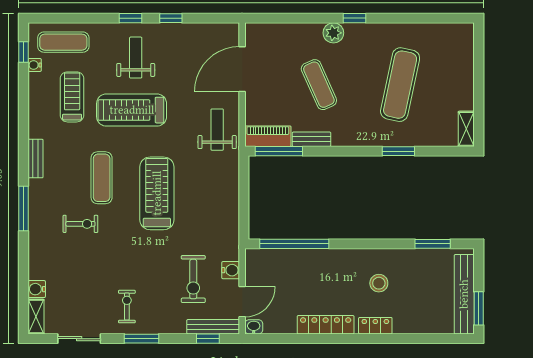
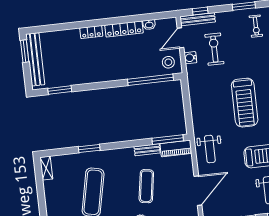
exercise mat: (319, 85) -> (146, 186), turned 33
stool: (379, 283) -> (168, 62), moved
washbasin: (254, 327) -> (149, 25), moved

